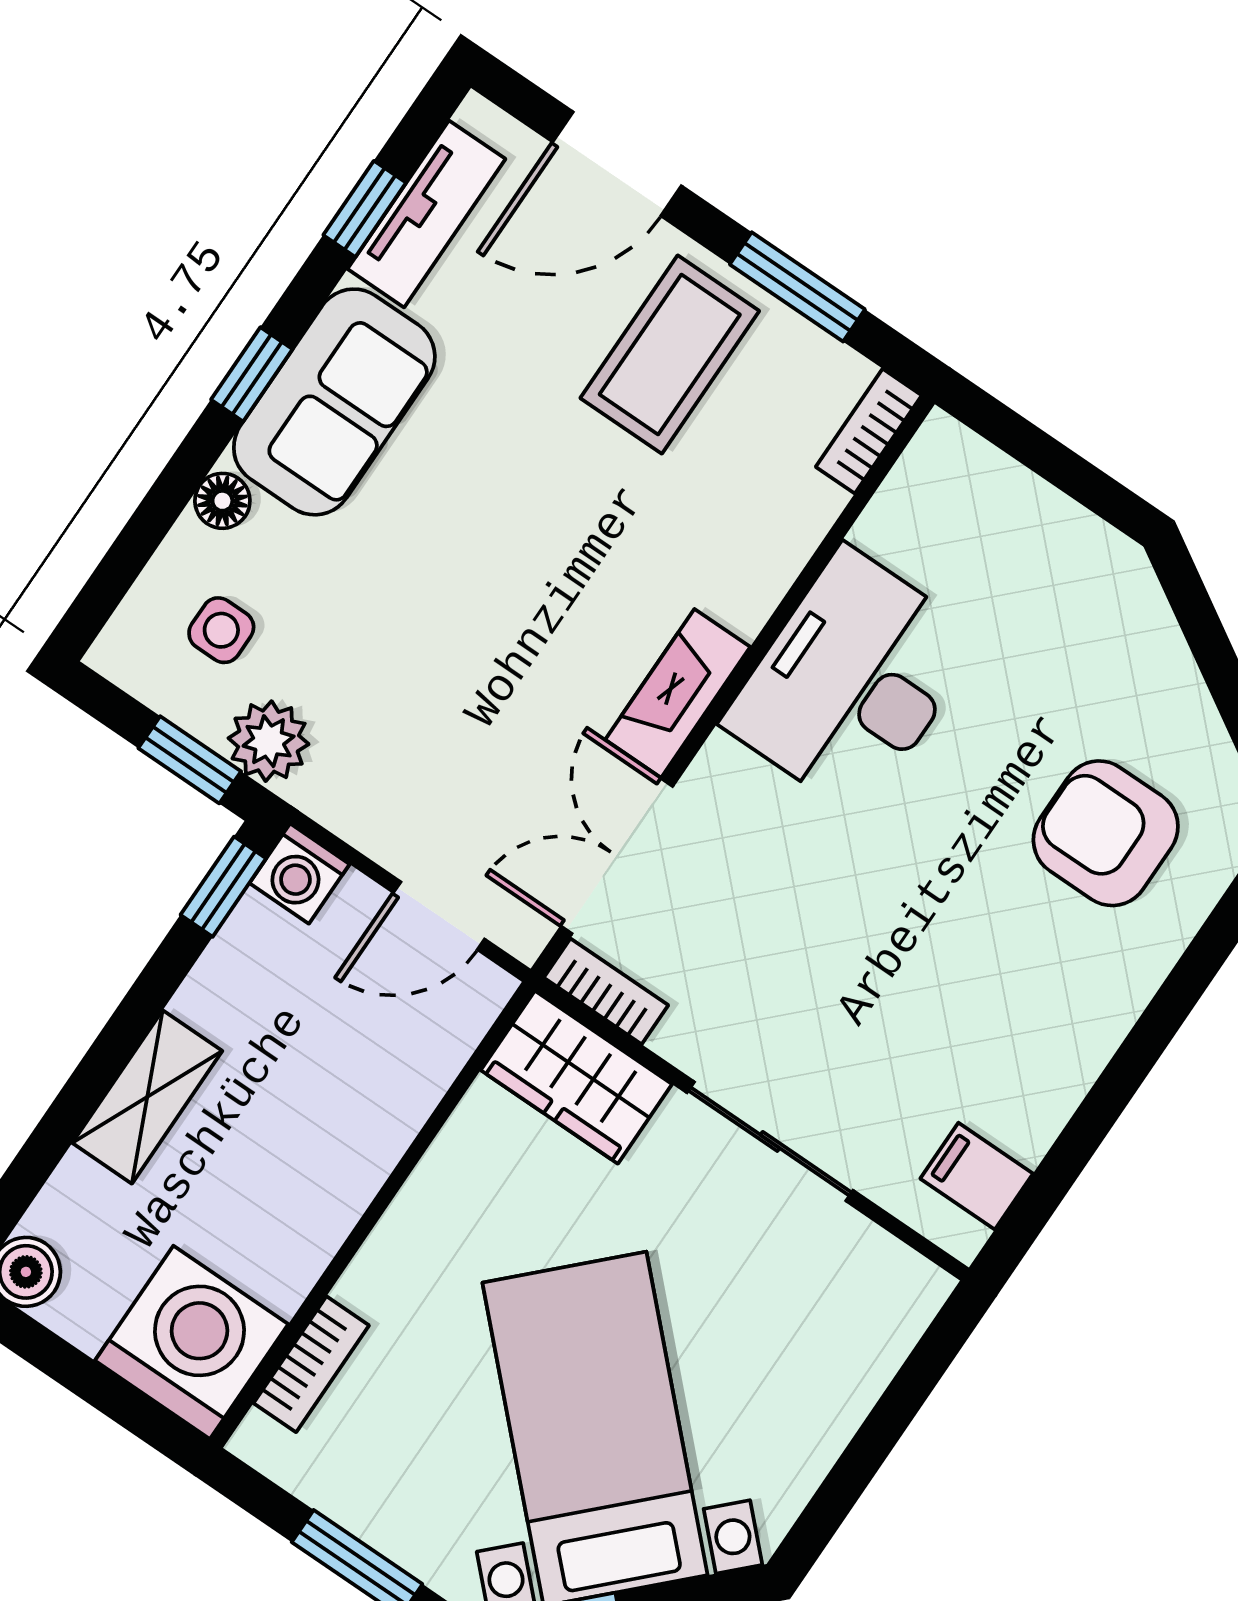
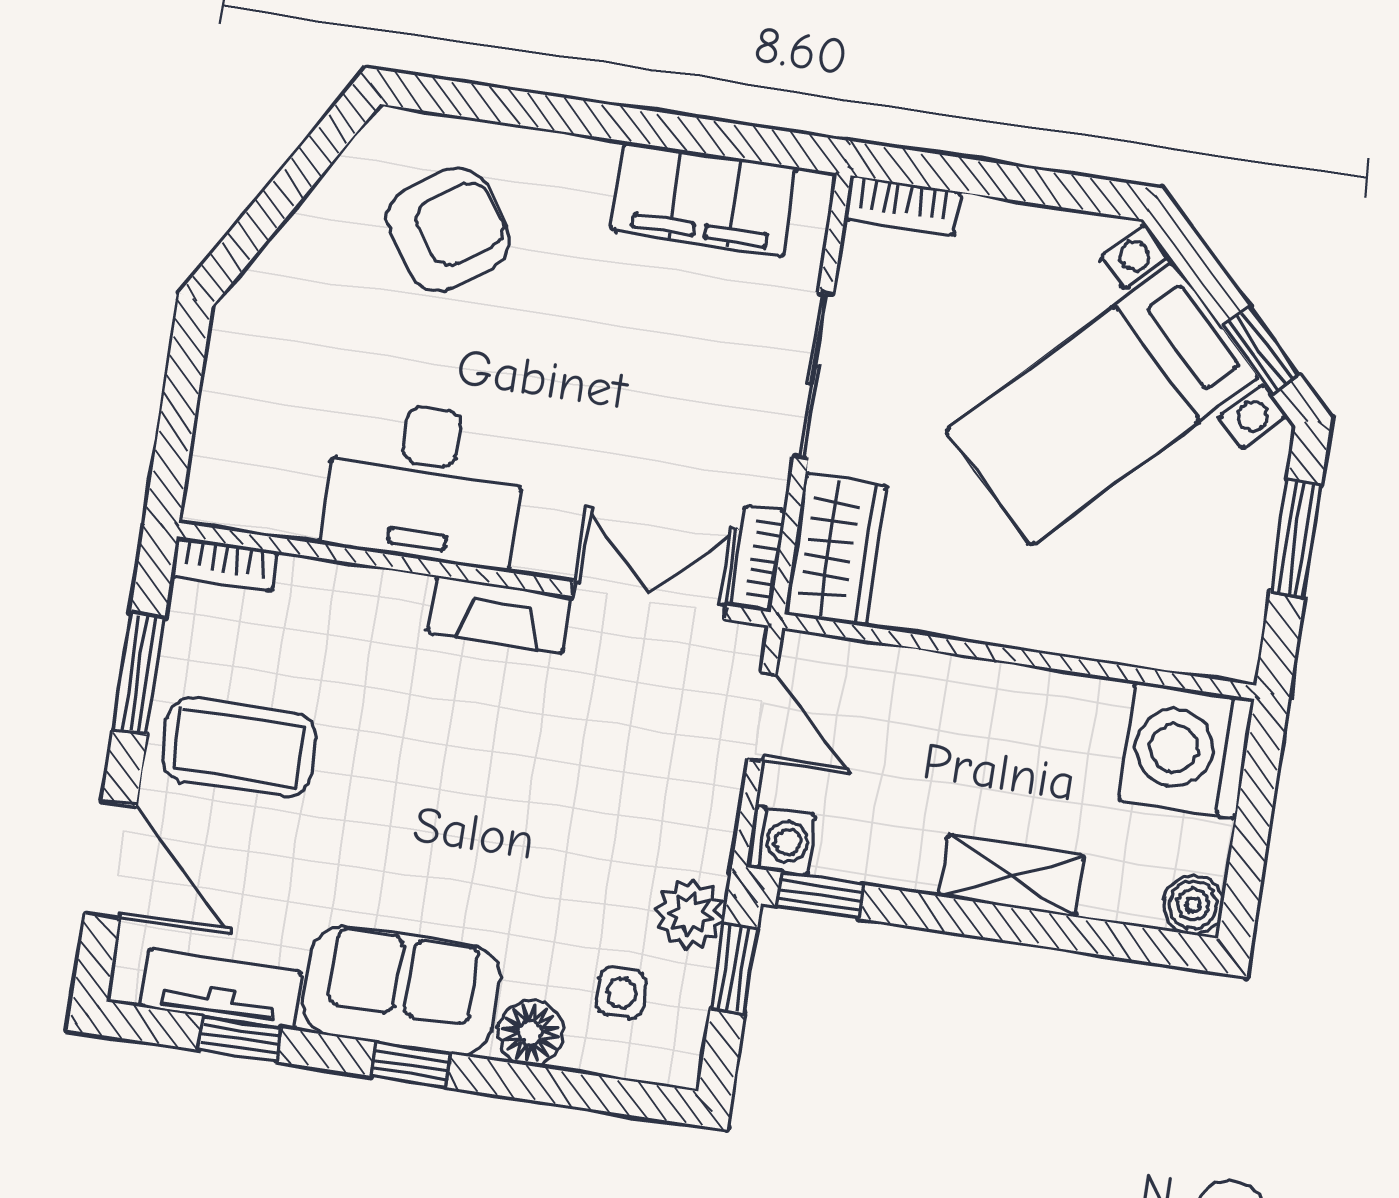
floor lamp: (222, 501) -> (530, 1033), width x1.37, depth x1.37
armchair: (1106, 833) -> (448, 229), turned -125
double door: (617, 856) -> (649, 601), swing flipped
filing cabinet: (977, 1176) -> (704, 199), width x3.00, depth x1.17
bookcase: (311, 1364) -> (902, 206), moved, turned 180

